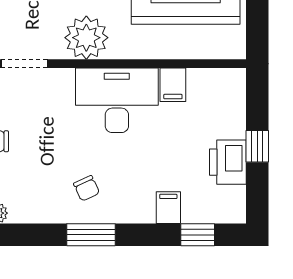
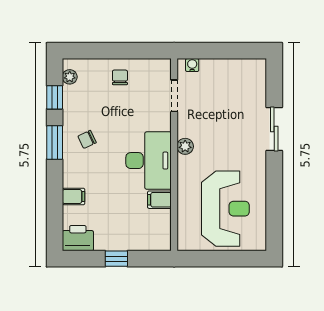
plant: (86, 38) -> (185, 146), width x0.53, depth x0.53
printer: (228, 162) -> (78, 238), moved
window: (198, 235) -> (55, 97), moved

